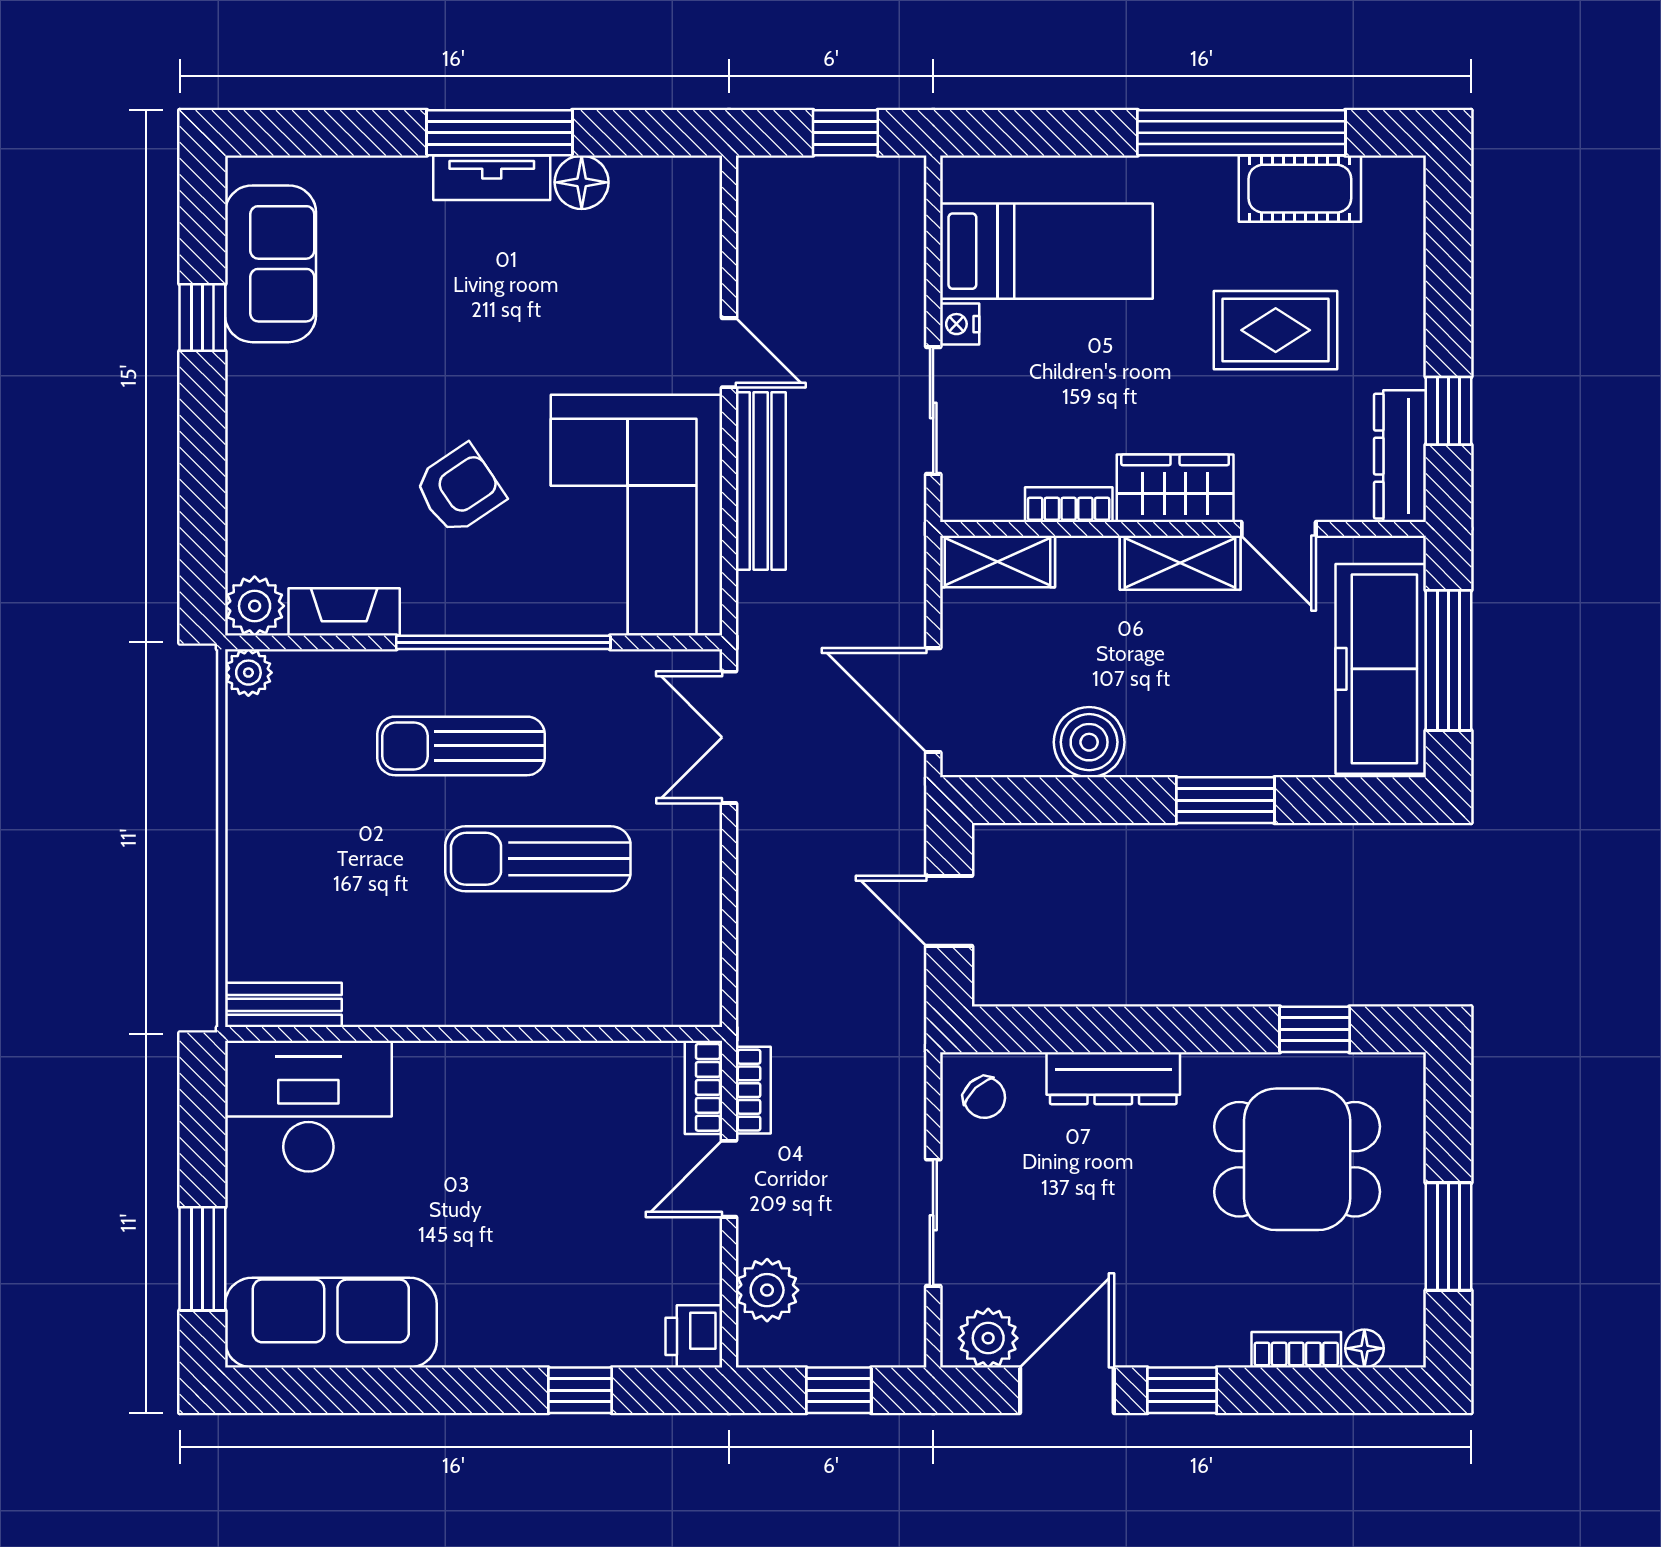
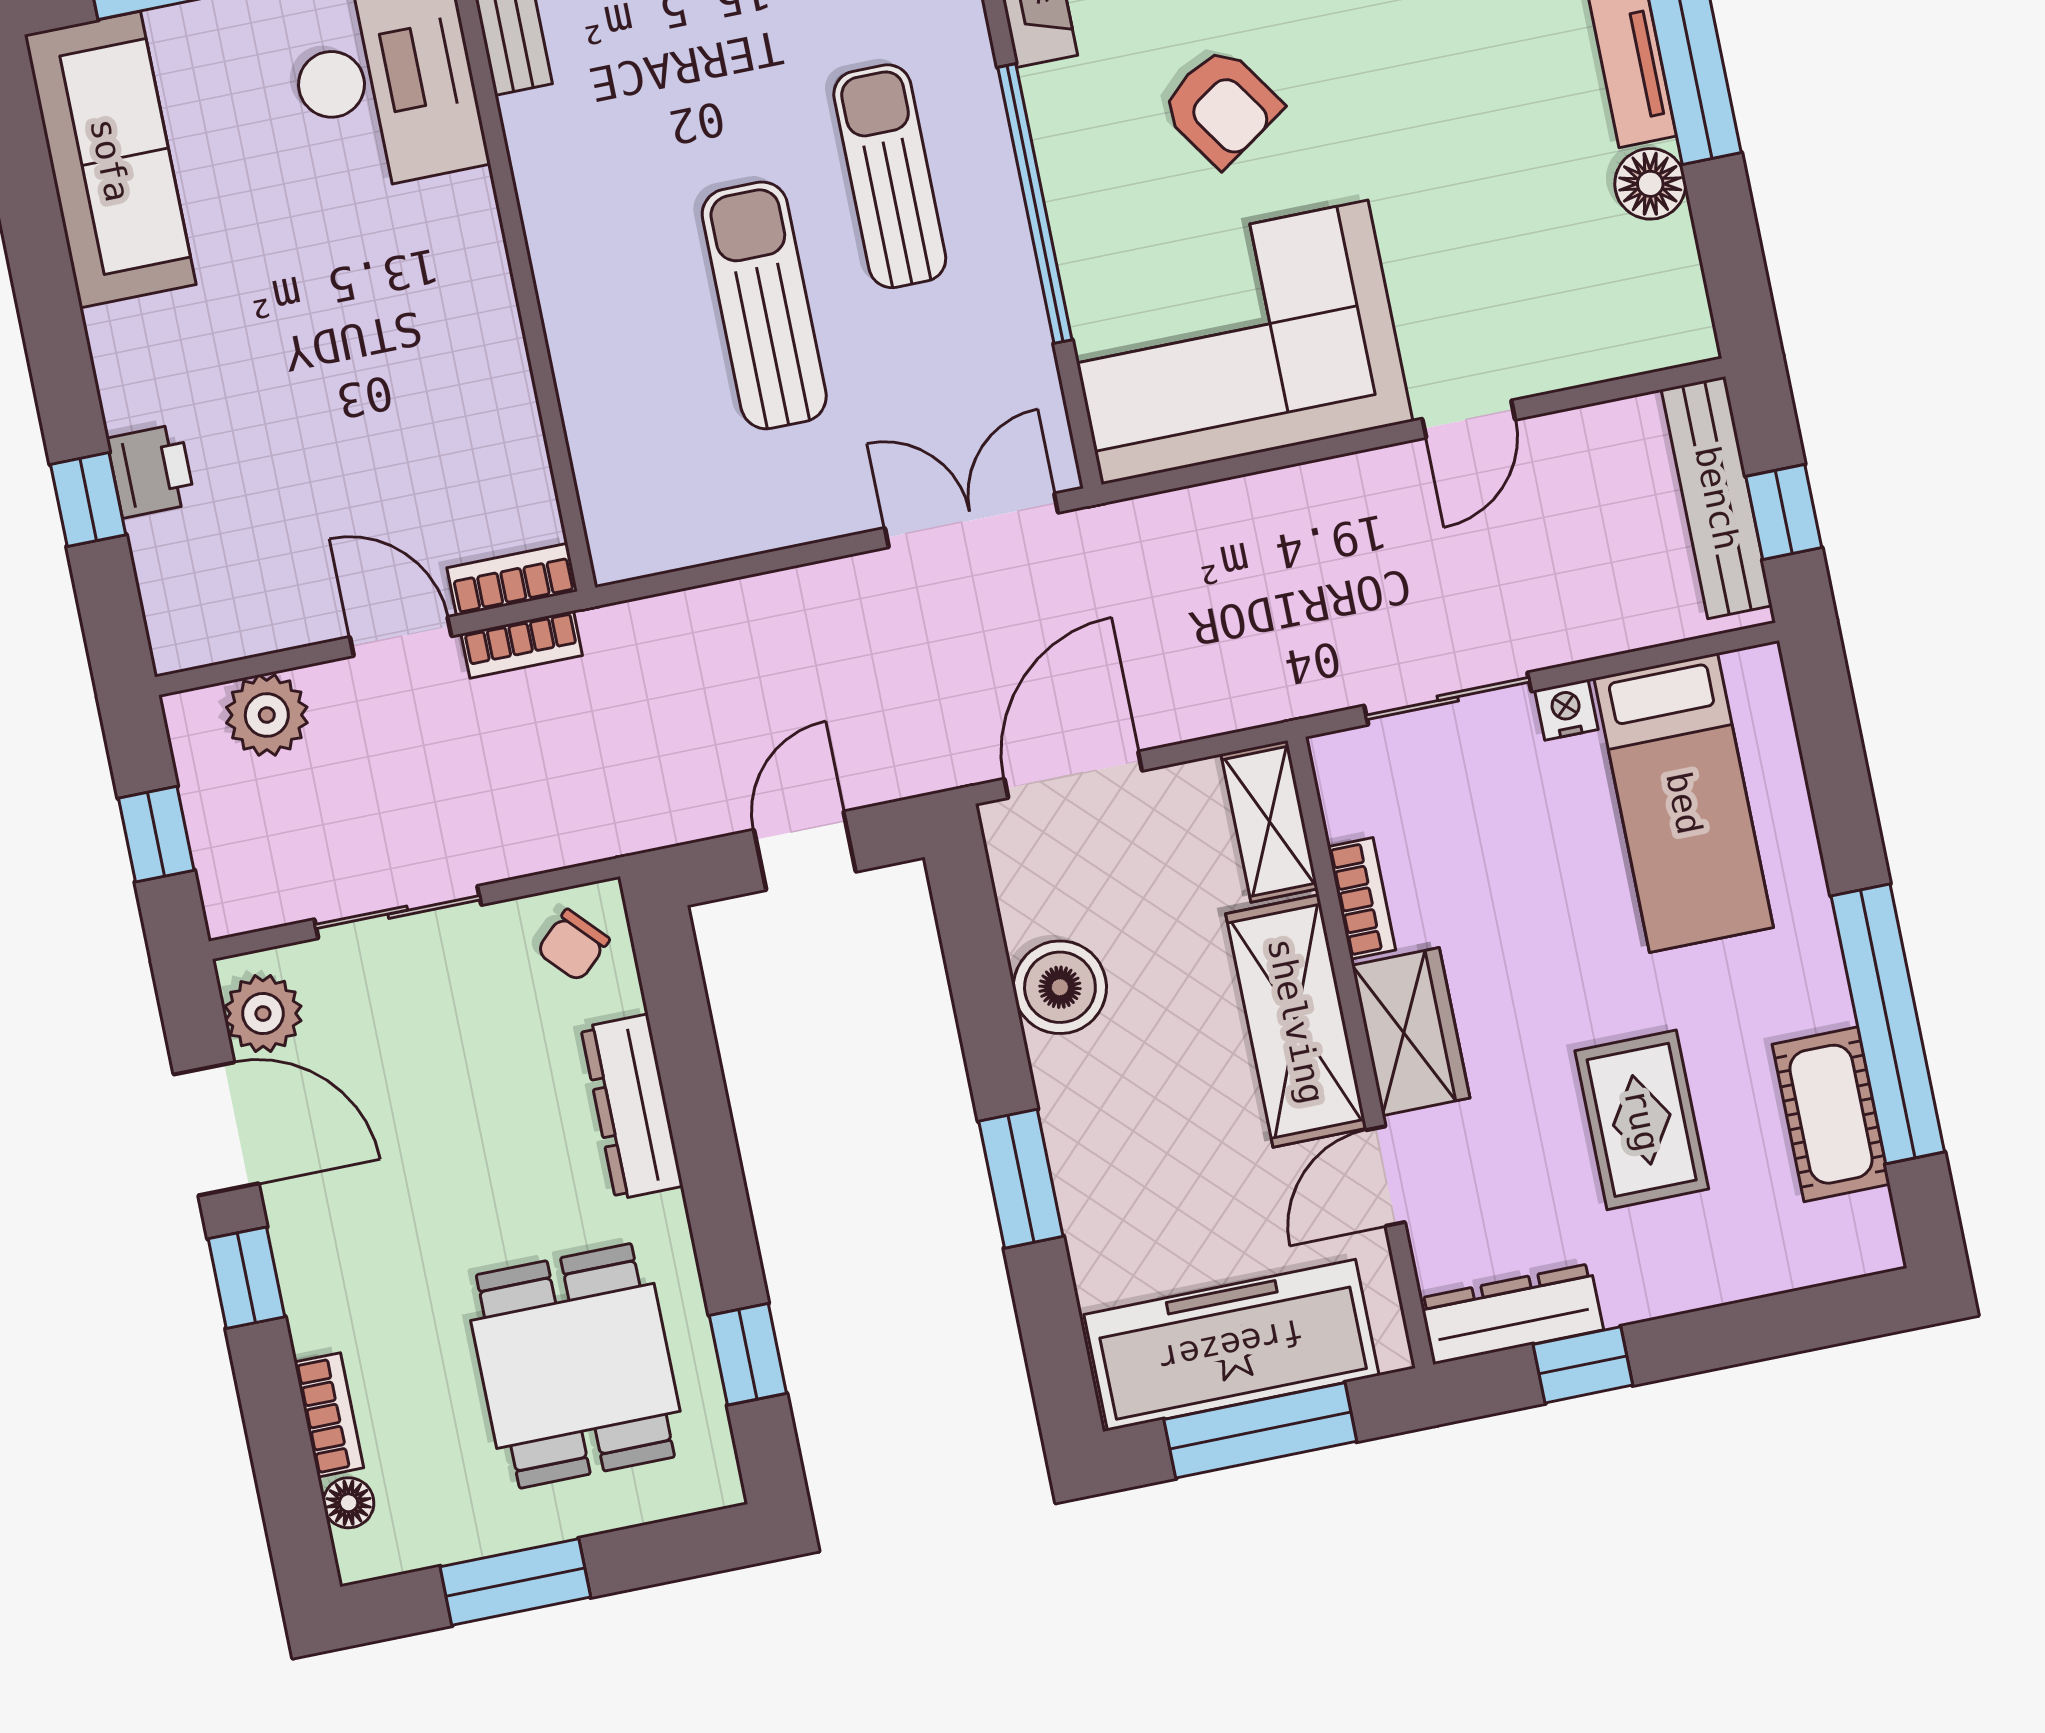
bench: (761, 481) -> (1717, 498), moved, turned 90
shelving: (1180, 563) -> (1296, 1021), width x1.50, depth x1.33
printer: (694, 1336) -> (151, 471), moved, turned 90

